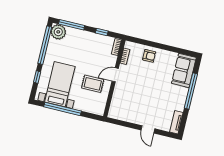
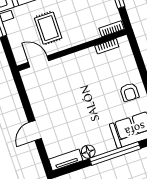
armchair: (149, 56) -> (129, 92), moved
door: (115, 75) -> (38, 62), moved
floor lamp: (180, 106) -> (88, 152), added

